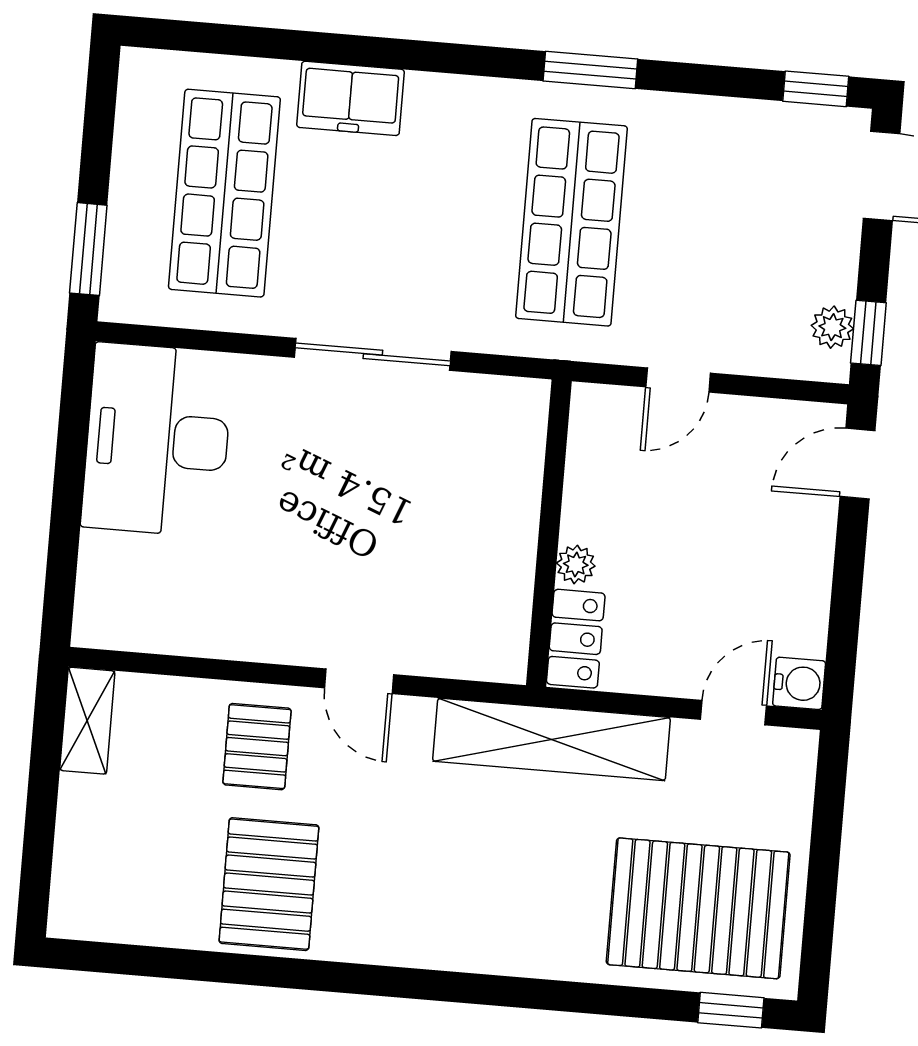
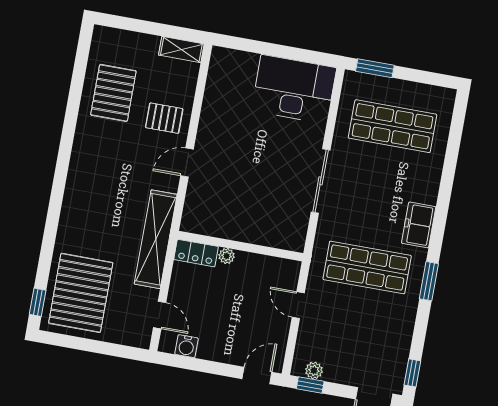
freezer: (350, 98) -> (419, 225), moved
door: (857, 464) -> (257, 375), hinge flipped
water cooler: (799, 683) -> (186, 346), moved
pallet: (269, 884) -> (113, 93), moved, turned 90

